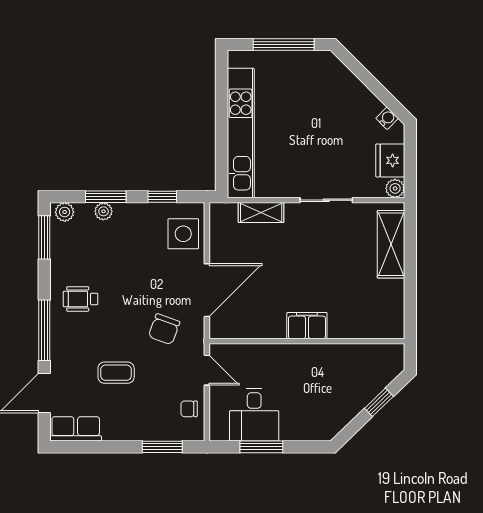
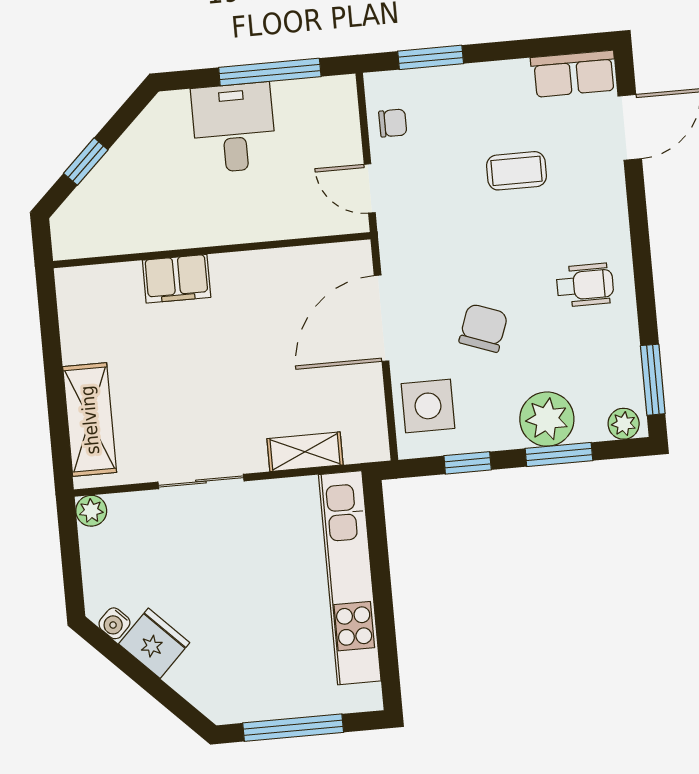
fridge: (390, 160) -> (154, 643), moved, turned -45
plant: (103, 211) -> (547, 419), width x1.88, depth x1.88
filing cabinet: (307, 326) -> (177, 279), moved
chair: (164, 329) -> (483, 328), moved
window: (44, 330) -> (639, 229), removed
desk: (254, 415) -> (234, 128), moved
window: (261, 447) -> (270, 72), width x1.44

